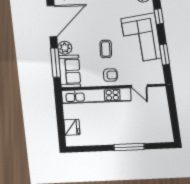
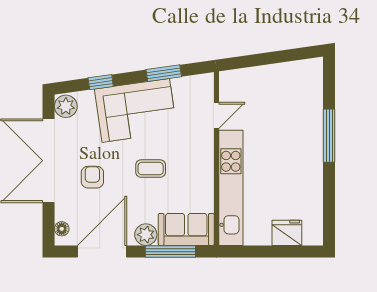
door: (52, 21) -> (102, 252), hinge flipped
armchair: (110, 75) -> (92, 177), moved

